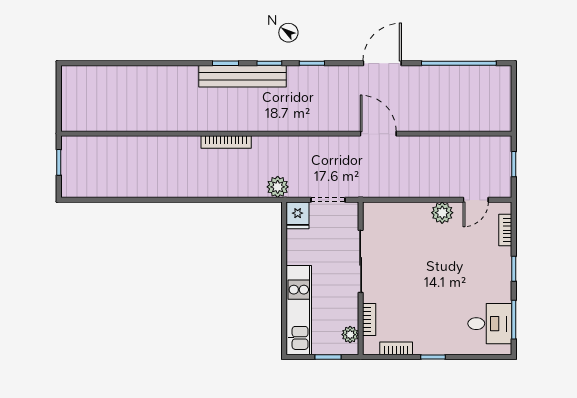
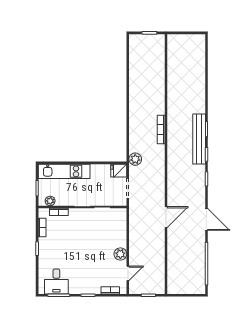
door: (476, 200) -> (128, 273), swing flipped

